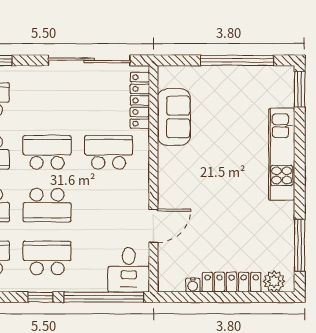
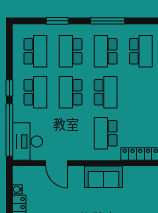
sofa: (174, 117) -> (103, 177), moved
school desk: (109, 152) -> (106, 133), turned 180
desk: (129, 270) -> (28, 142), width x1.37

